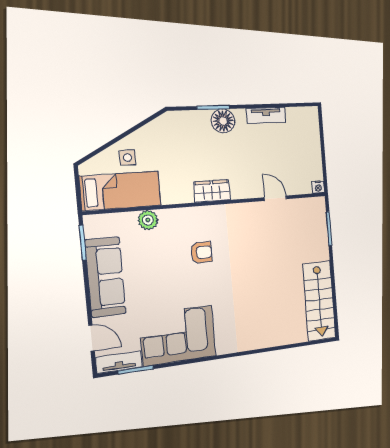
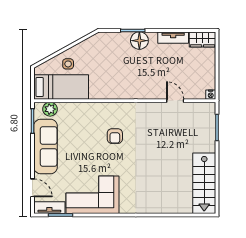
wardrobe: (212, 191) -> (203, 39), moved, turned 180
plant: (148, 220) -> (50, 109), moved
armchair: (201, 252) -> (115, 136), turned 90

